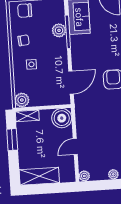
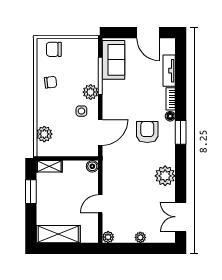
plant: (59, 30) -> (91, 92), moved
side table: (31, 64) -> (81, 111), moved
plant: (22, 100) -> (44, 134), moved
boiler: (62, 118) -> (92, 166), width x0.54, depth x0.54

